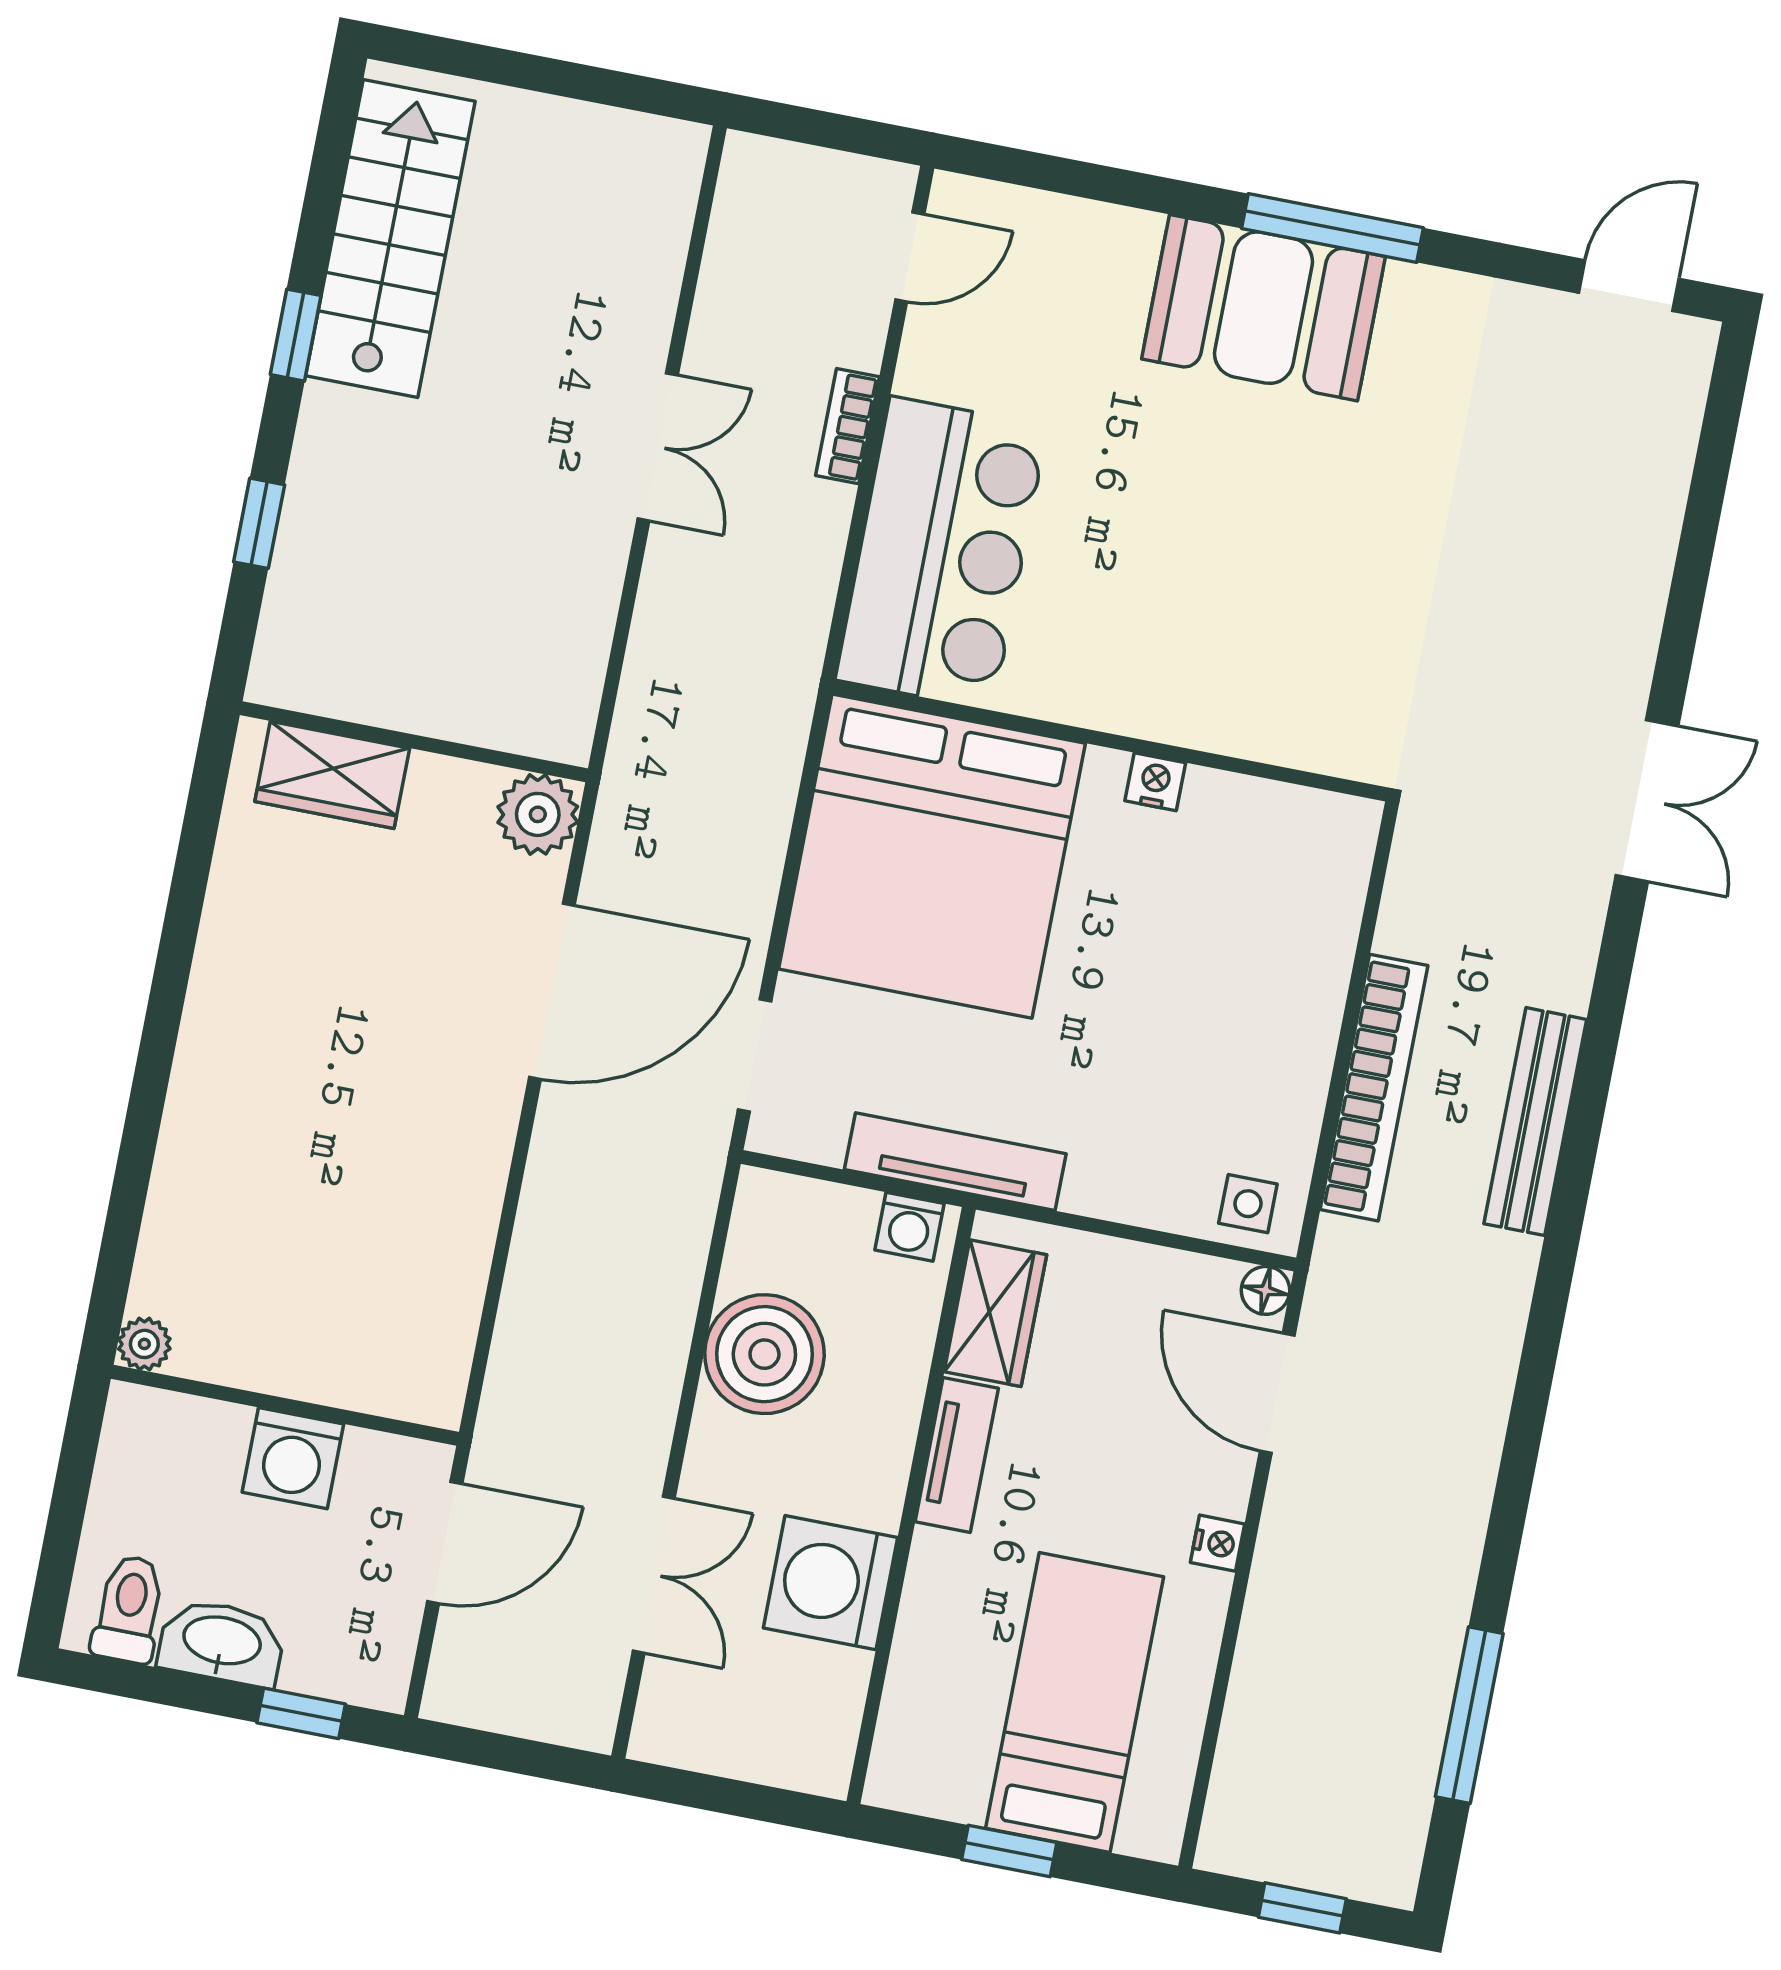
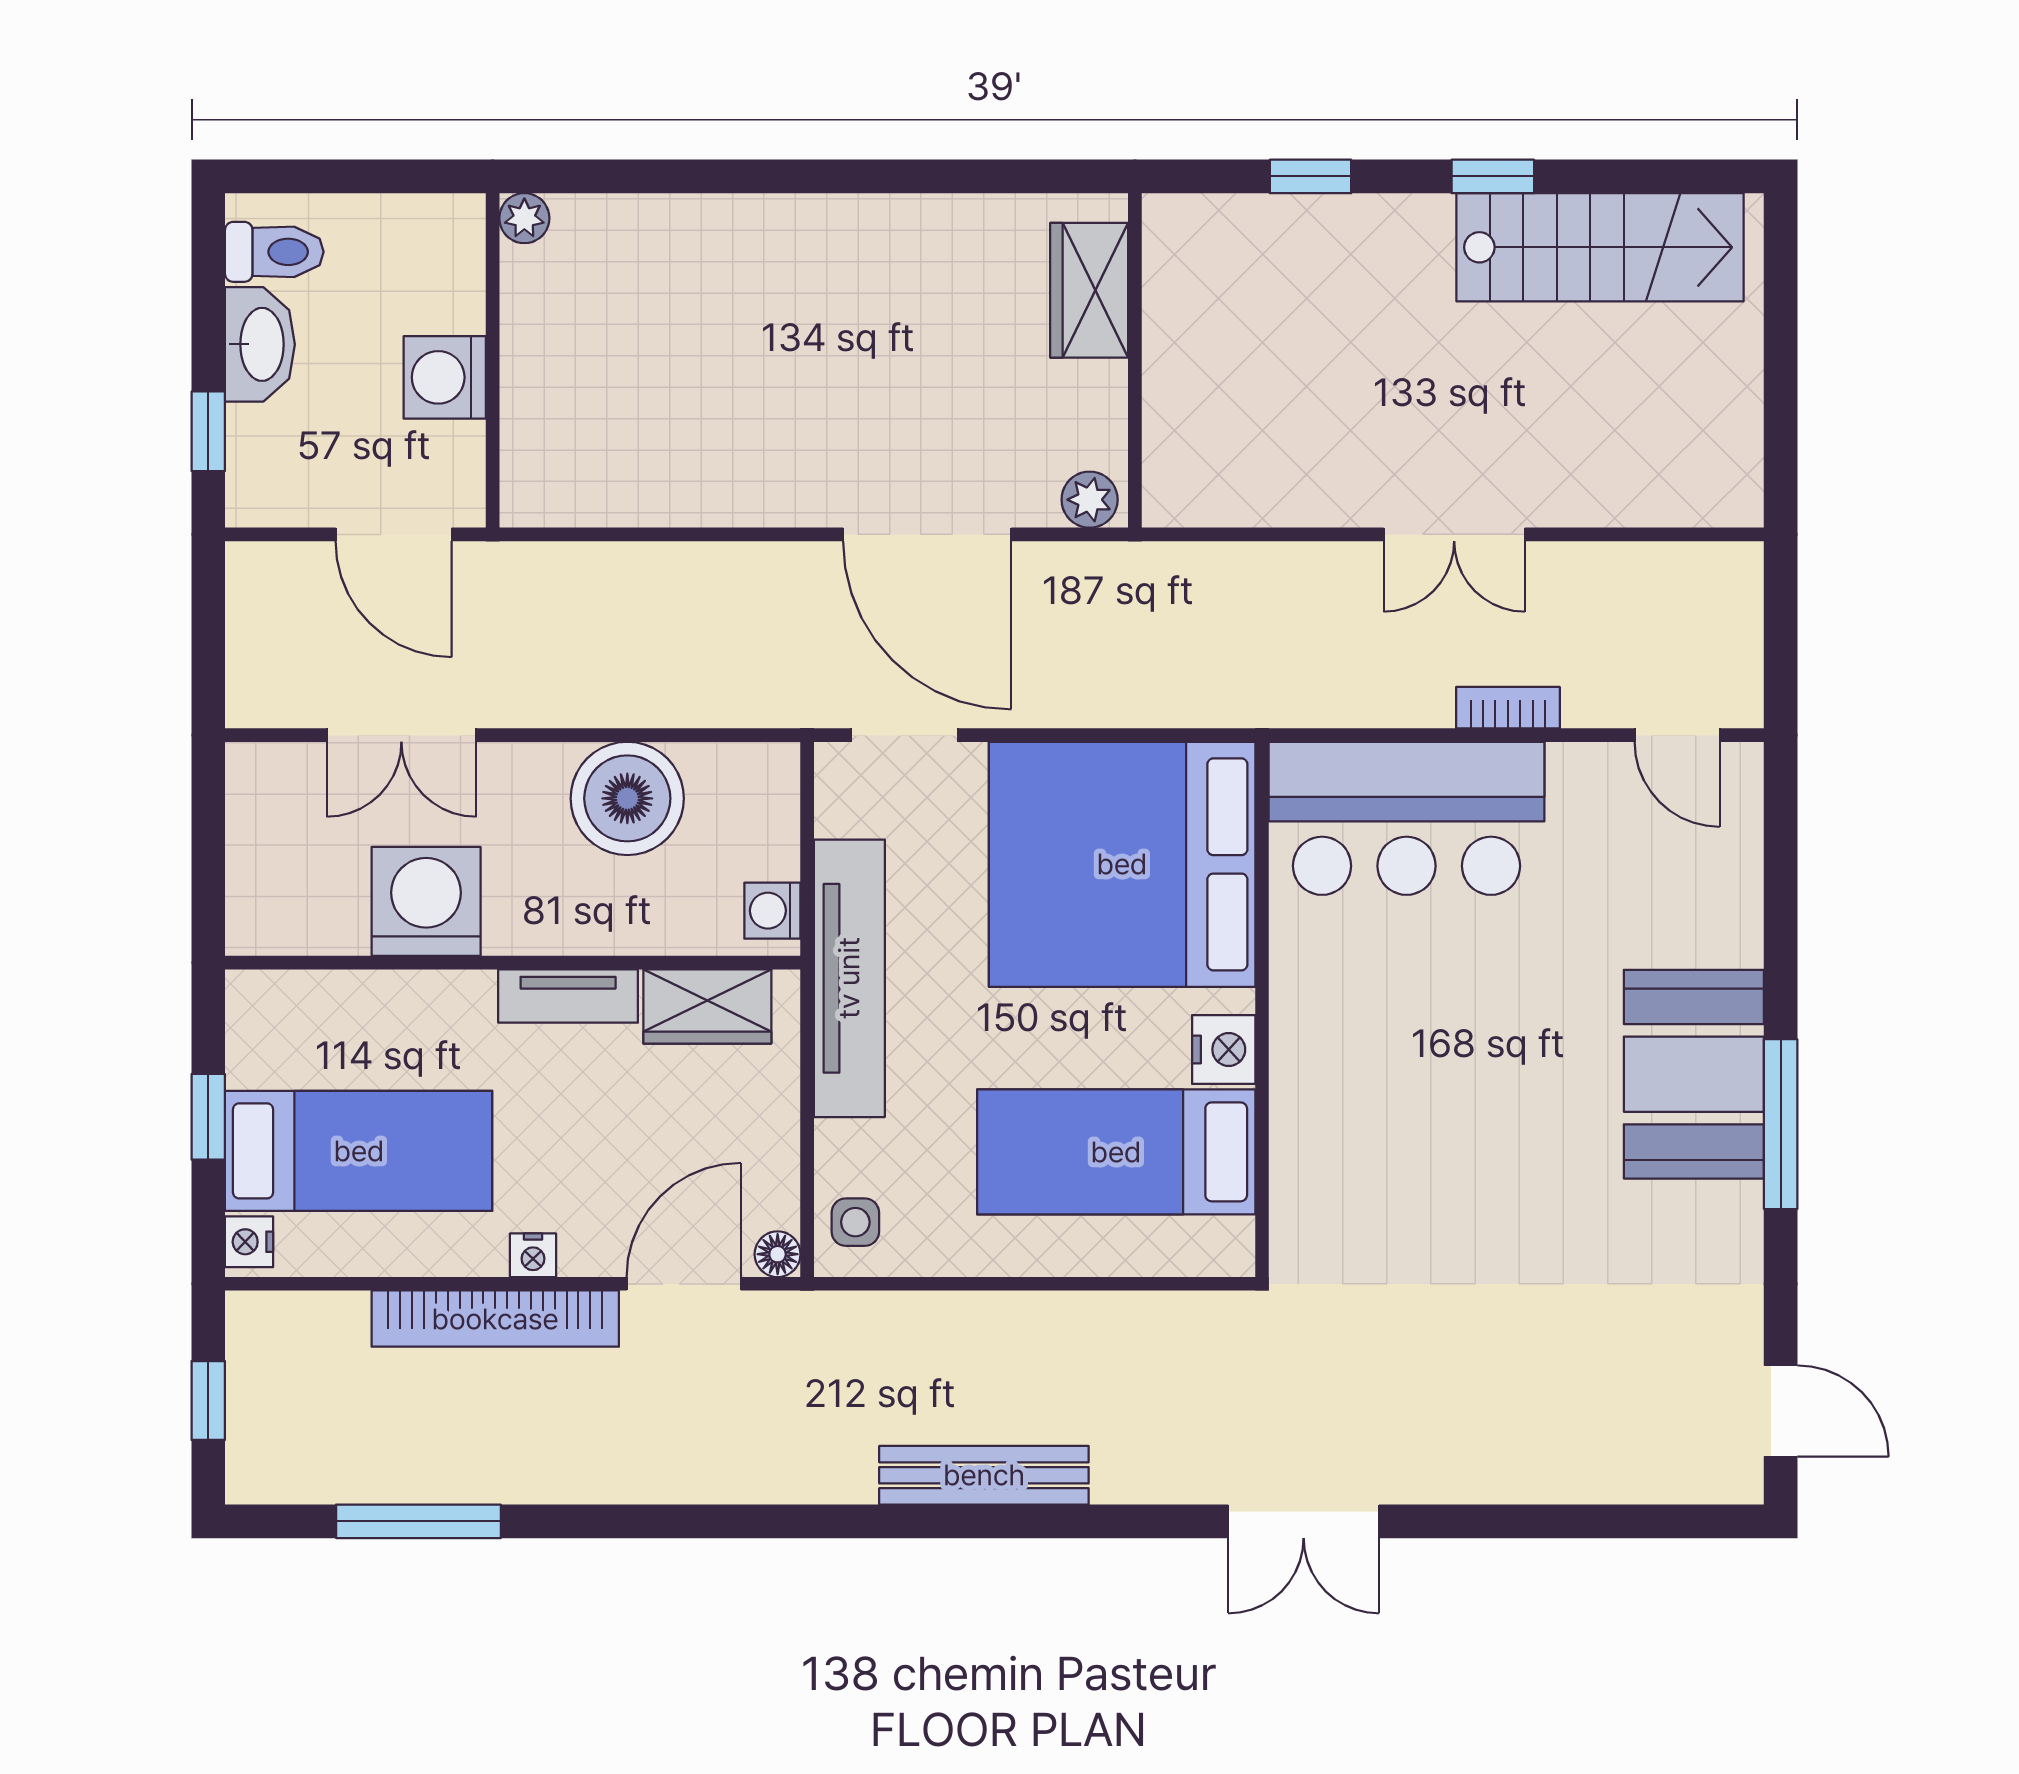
nightstand: (1155, 782) -> (1224, 1049), width x1.39, depth x1.35
plant: (538, 814) -> (1090, 500), width x0.73, depth x0.73
bed: (1228, 920) -> (1116, 1152), added
bookcase: (1374, 1088) -> (495, 1319), moved
tv unit: (955, 1162) -> (849, 978), width x1.36, depth x1.29
nightstand: (1147, 1834) -> (249, 1242), added

